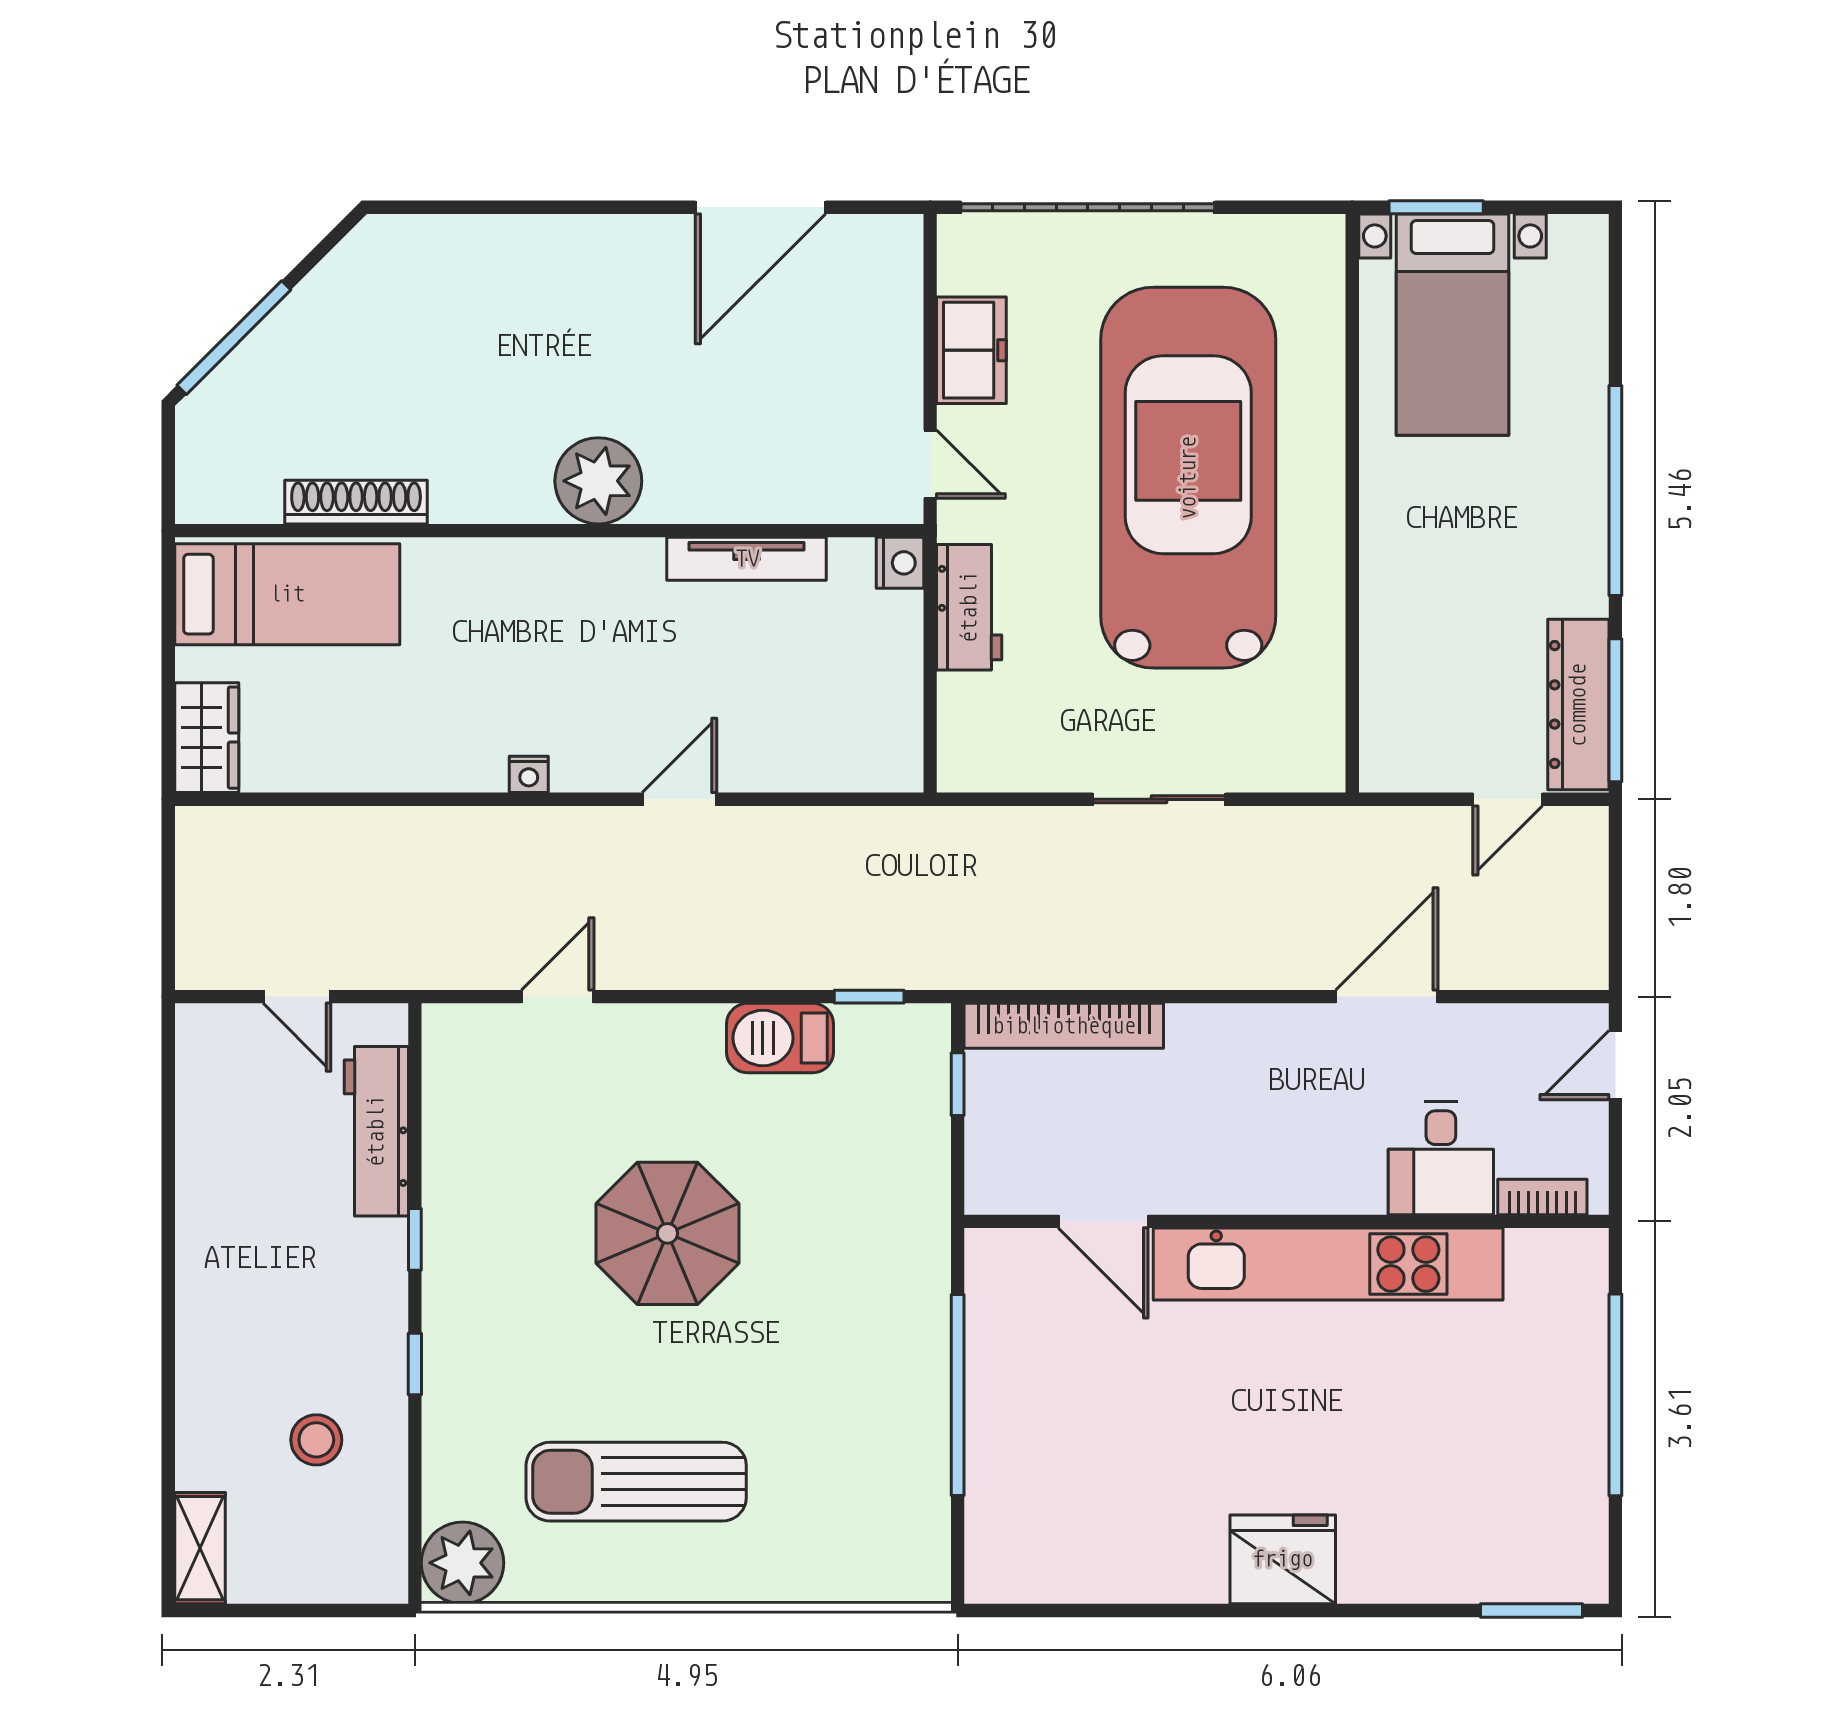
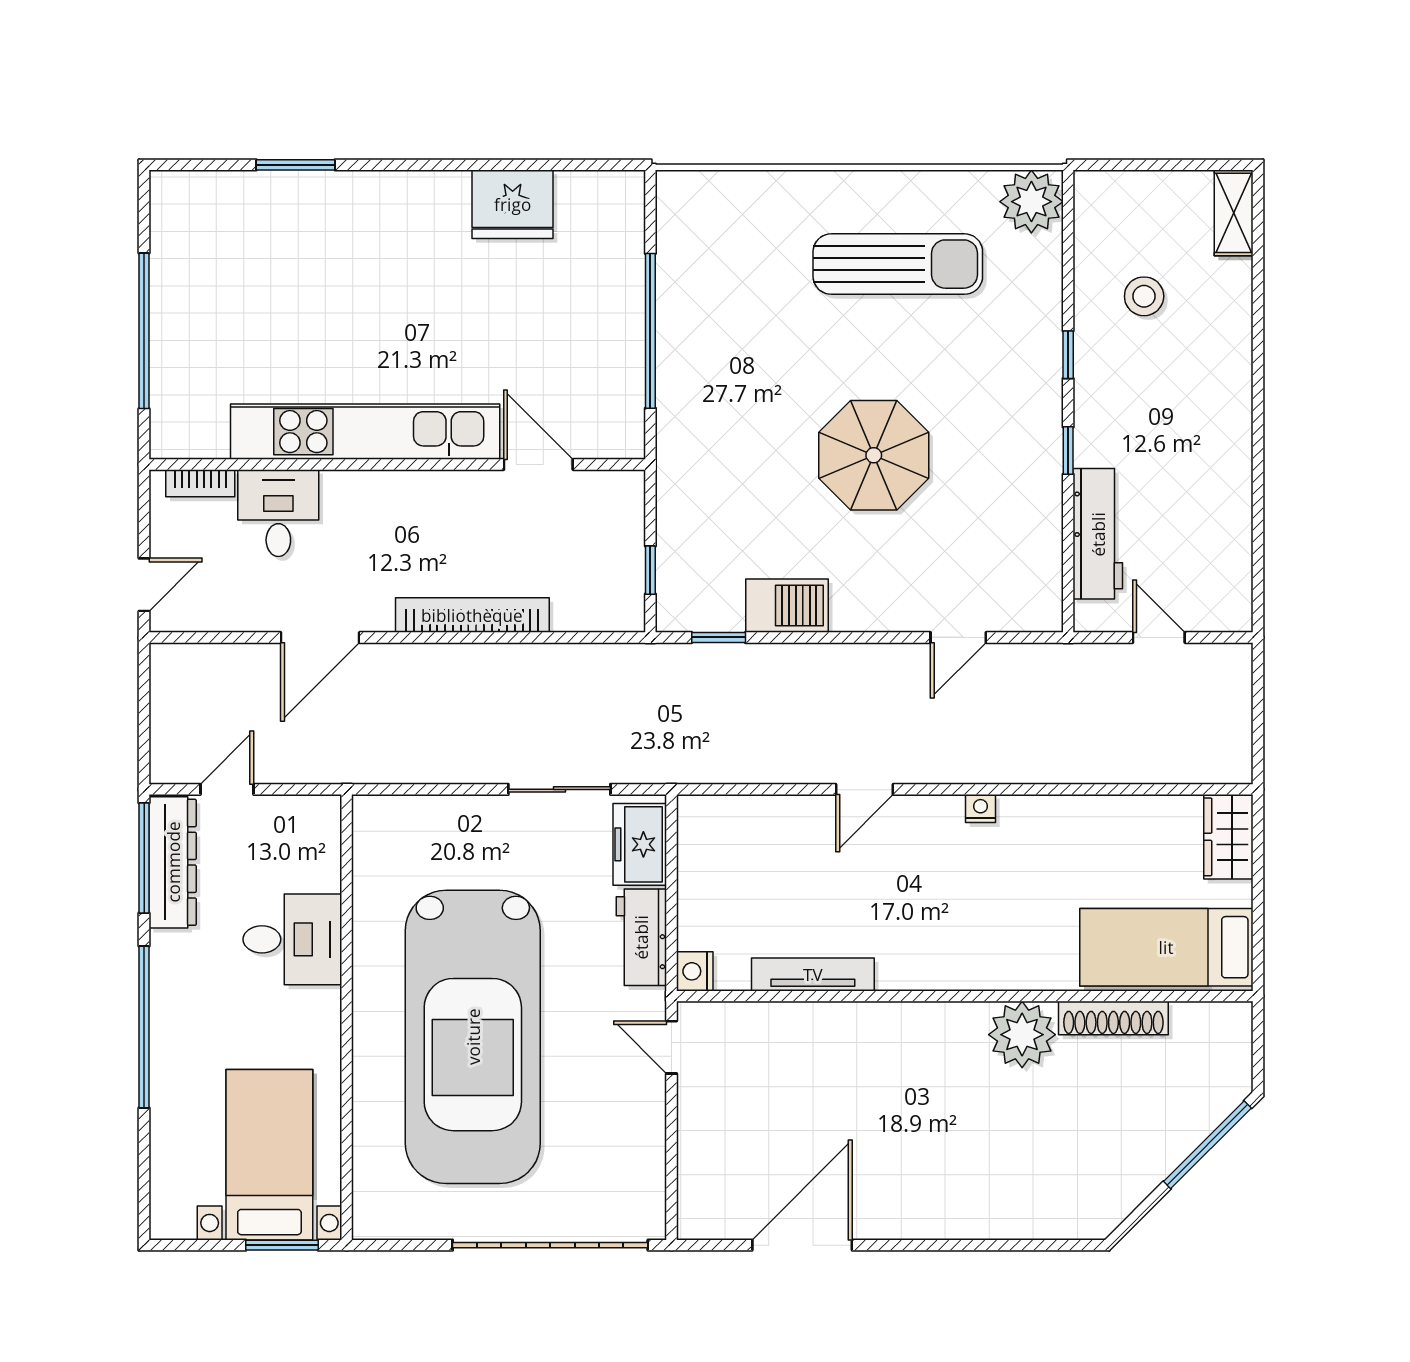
freezer: (971, 350) -> (640, 844), moved
plant: (598, 481) -> (1022, 1035), moved
desk: (1423, 604) -> (292, 939), added
sliding door: (1159, 799) -> (559, 789), moved
bookcase: (1064, 1026) -> (472, 615), moved
fridge: (1283, 1559) -> (513, 204), moved
window: (1531, 1611) -> (296, 165), moved

